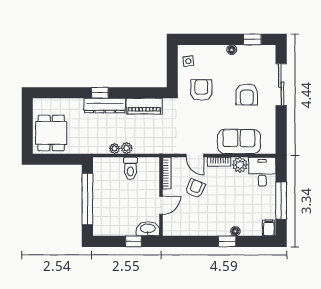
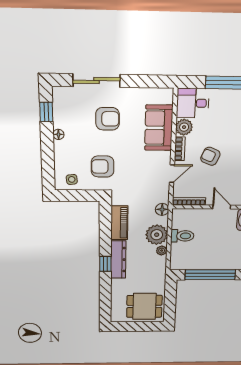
floor lamp: (158, 147) -> (162, 209), added
plant: (127, 148) -> (157, 235), width x1.87, depth x1.87
armchair: (195, 188) -> (210, 156), moved

